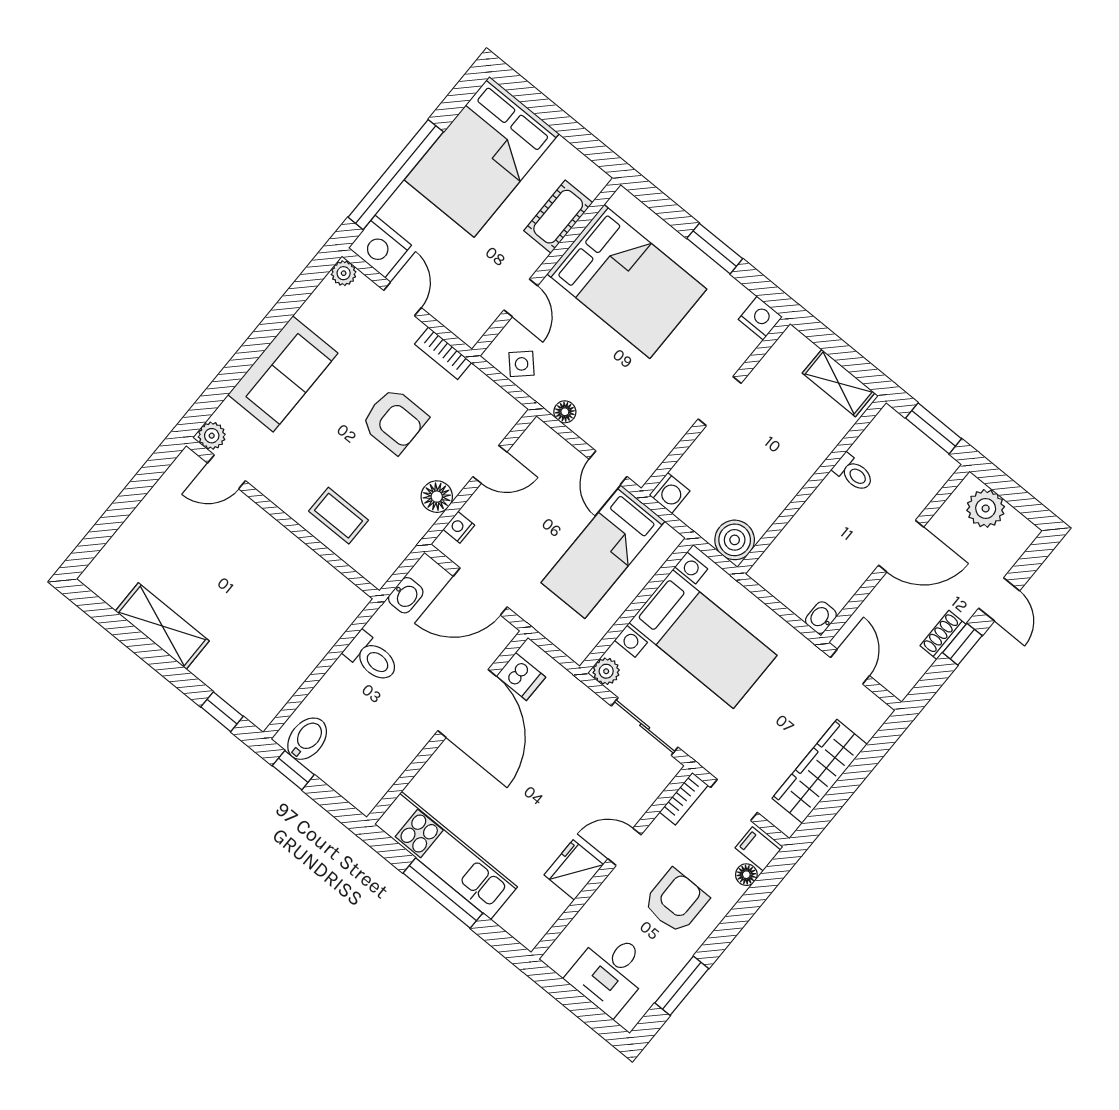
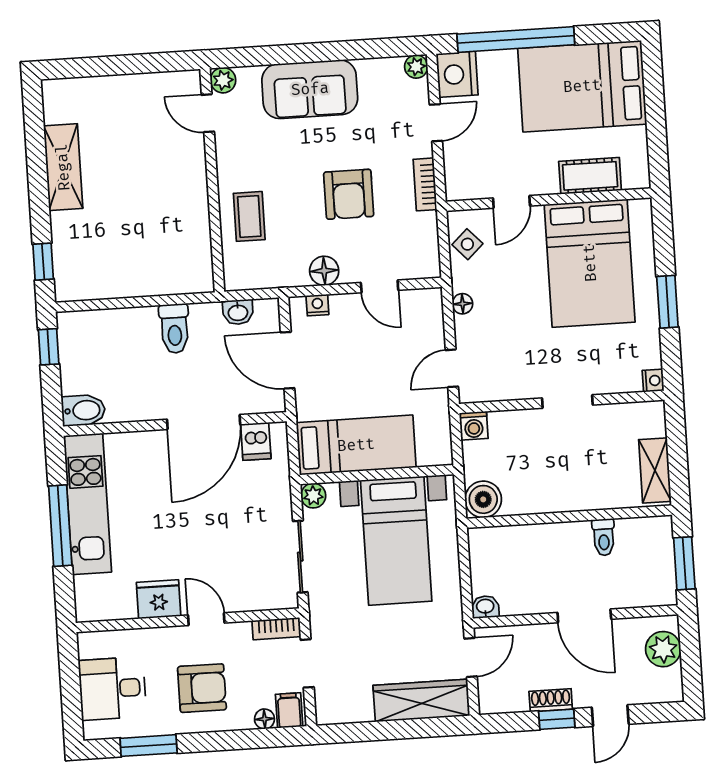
nightstand: (760, 318) -> (653, 381), width x0.72, depth x0.74
bed: (603, 552) -> (356, 445), moved, turned 180
bidet: (307, 739) -> (83, 410), moved
wardrobe: (820, 771) -> (421, 701), moved

